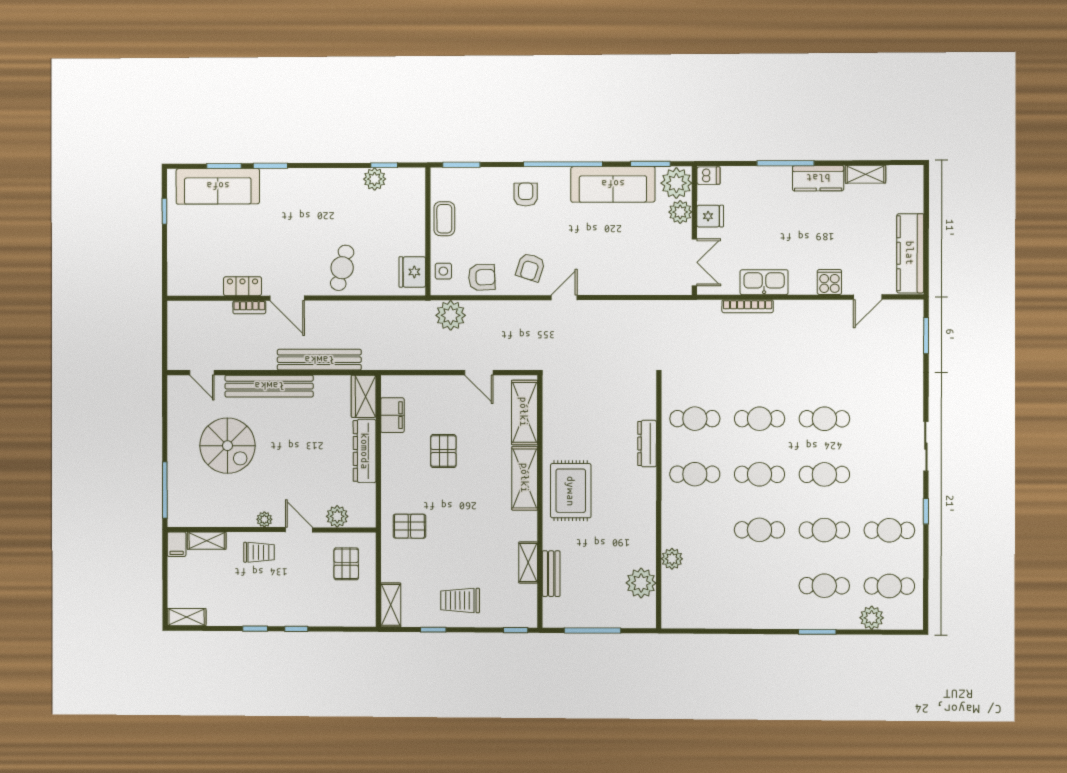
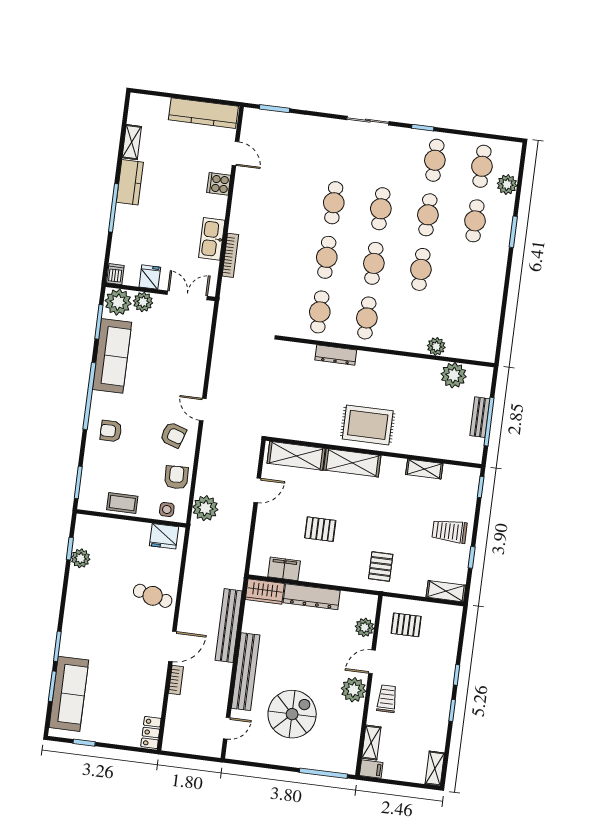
locker: (242, 286) -> (151, 733), moved
plant: (264, 519) -> (354, 690), width x1.88, depth x1.88
bench: (551, 574) -> (480, 417), moved, turned 90
trolley: (460, 600) -> (449, 531), turned 90

